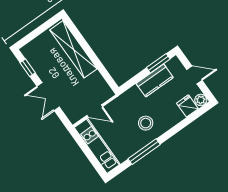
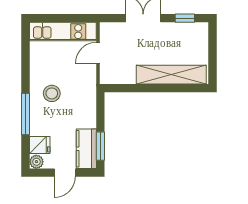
kitchen counter: (155, 80) -> (86, 149), moved
window: (144, 152) -> (26, 114), moved

